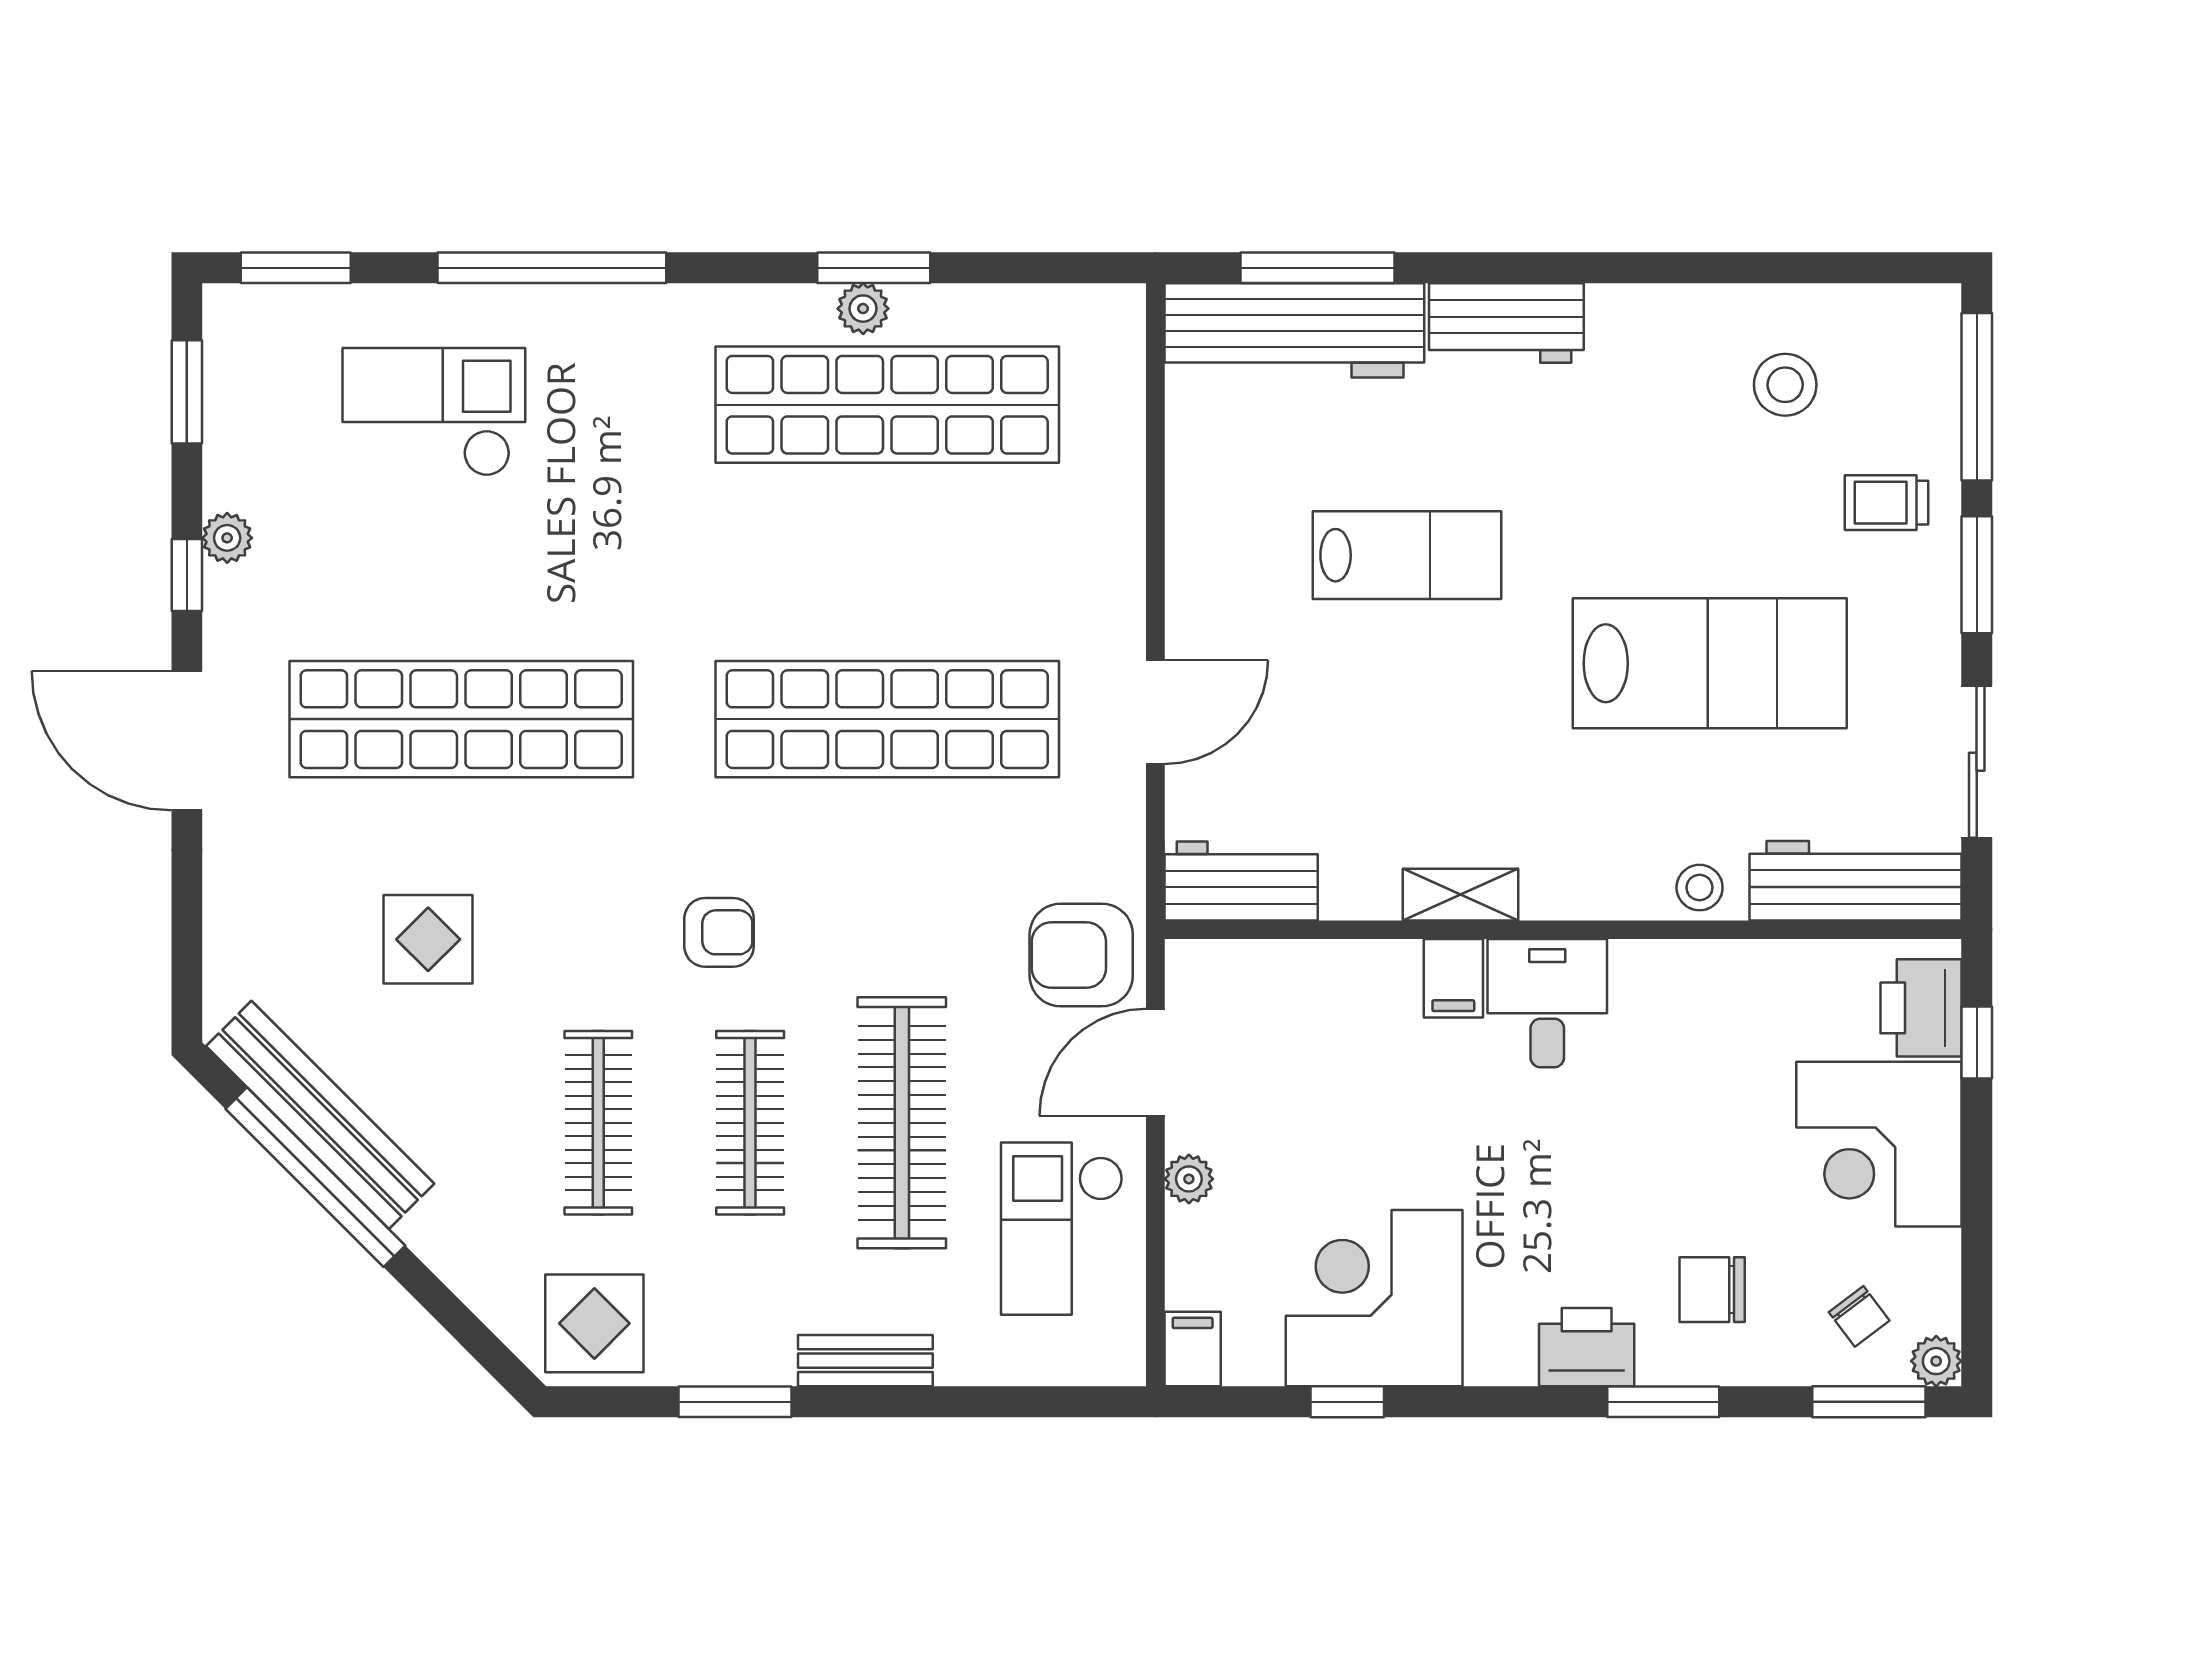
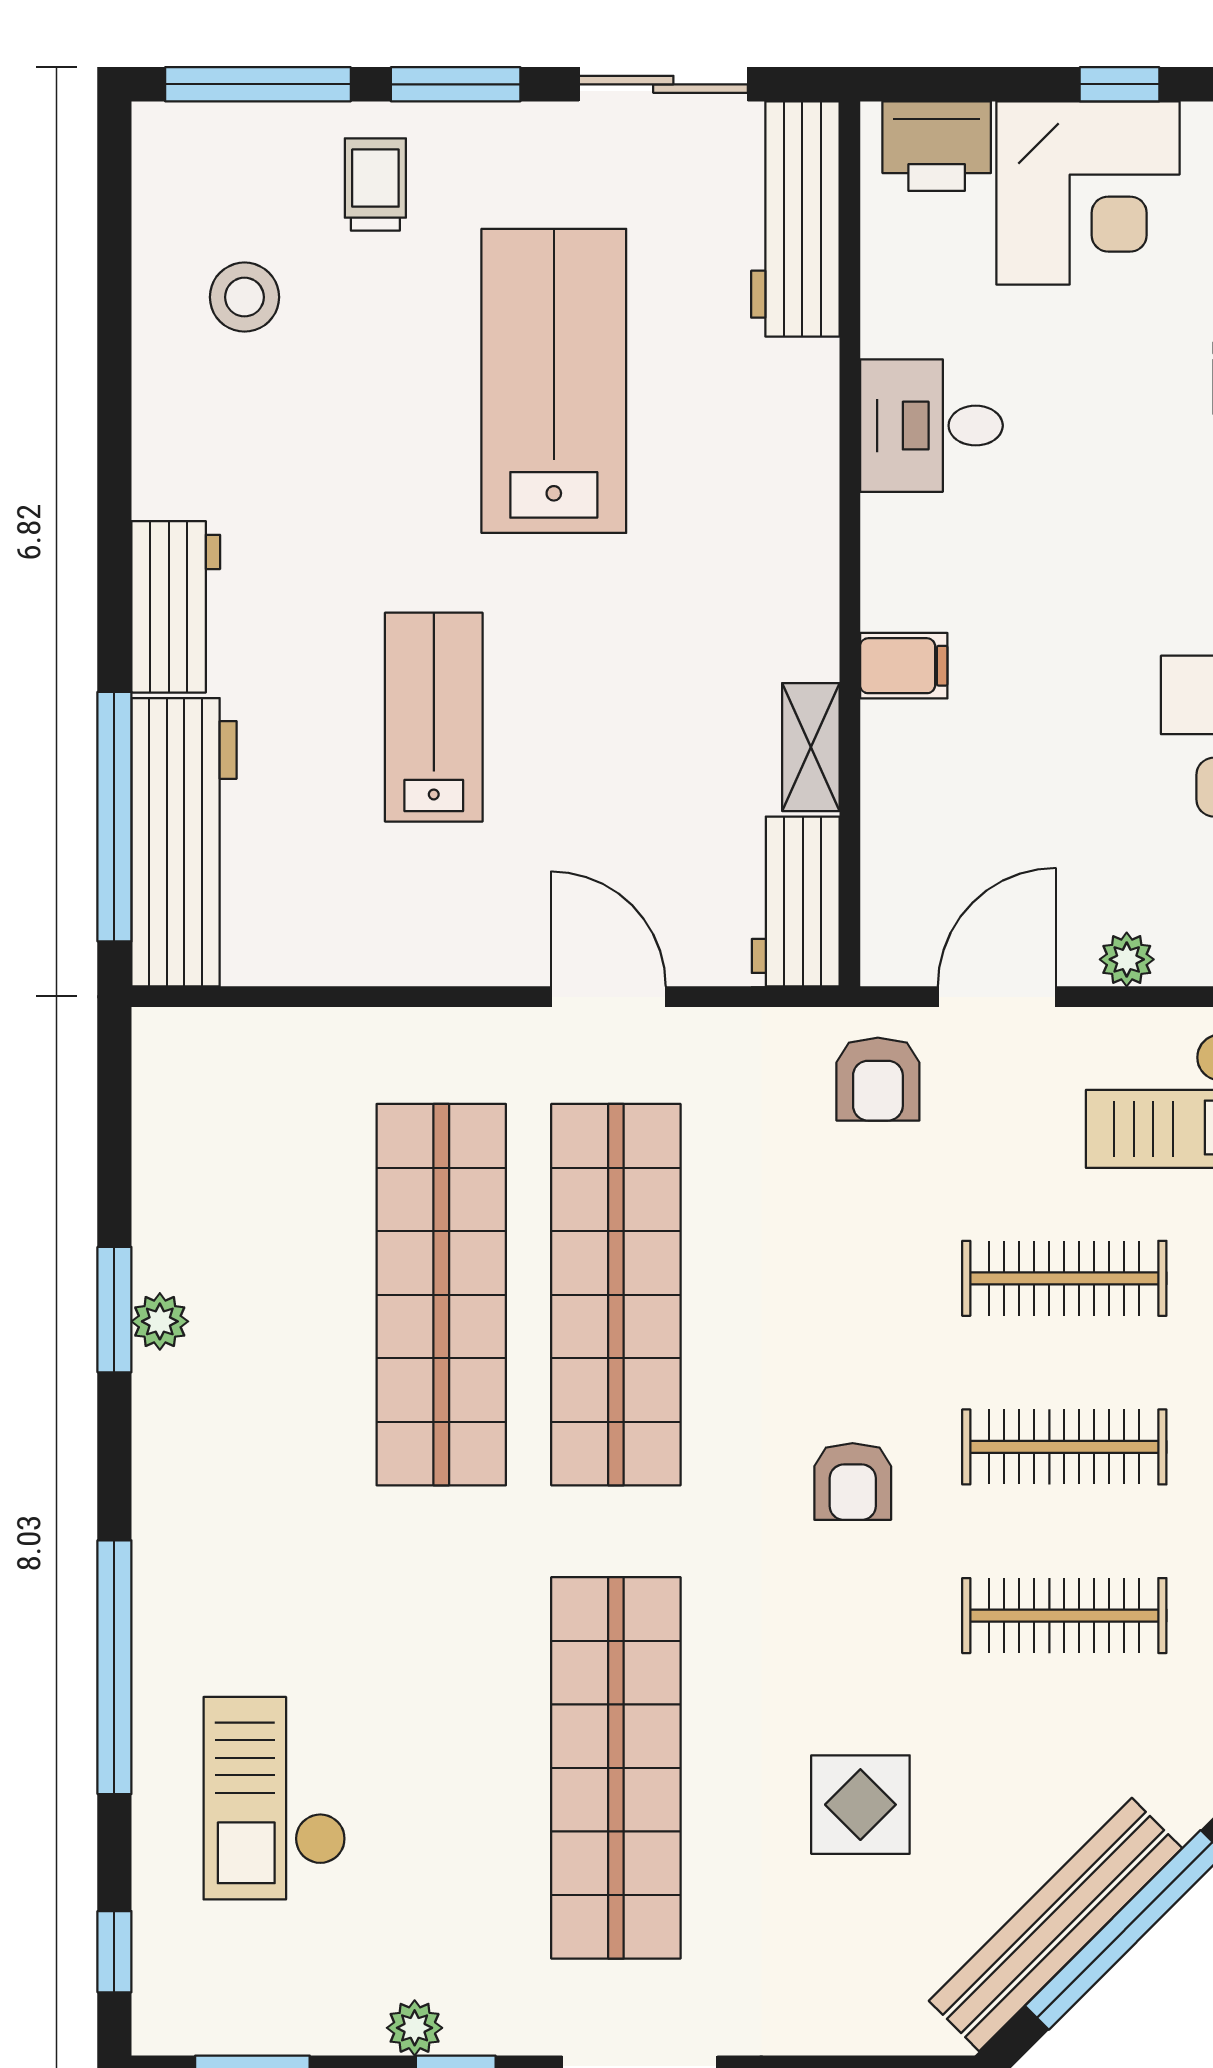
window: (296, 268) -> (114, 1952), width x0.67
window: (1317, 268) -> (114, 817), width x1.46
shop shelf: (887, 405) -> (441, 1295), moved
trolley: (1887, 503) -> (375, 184), turned 180
stool: (1700, 888) -> (803, 392), removed
shelving: (1460, 895) -> (811, 747), moved
armchair: (719, 932) -> (853, 1481), turned 180
armchair: (1081, 955) -> (878, 1079), width x0.72, depth x0.72
desk: (1547, 1003) -> (931, 426), moved
window: (1977, 1043) -> (1119, 84), moved
door: (1155, 1062) -> (997, 997), swing flipped
clothes rail: (902, 1123) -> (1064, 1278), width x0.73, depth x0.76

